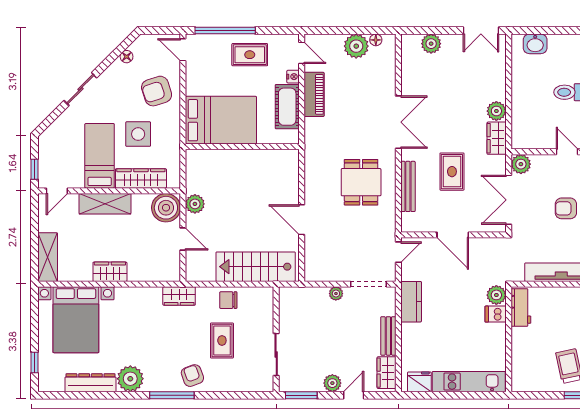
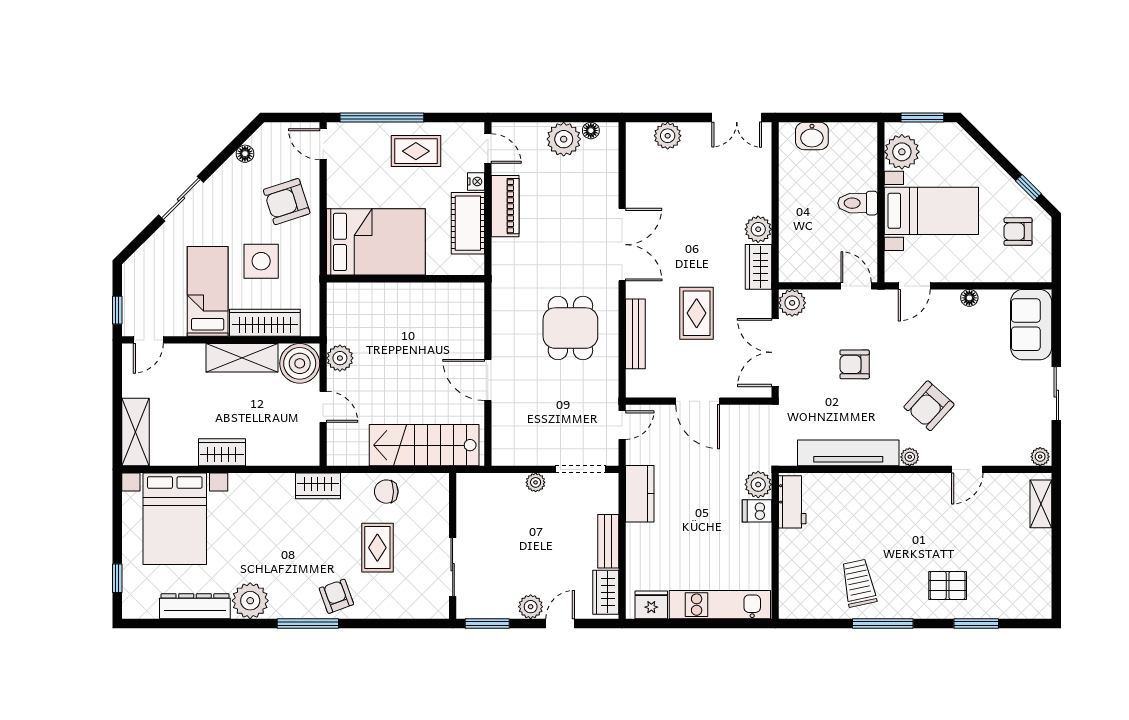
shelving: (105, 204) -> (242, 358), moved

